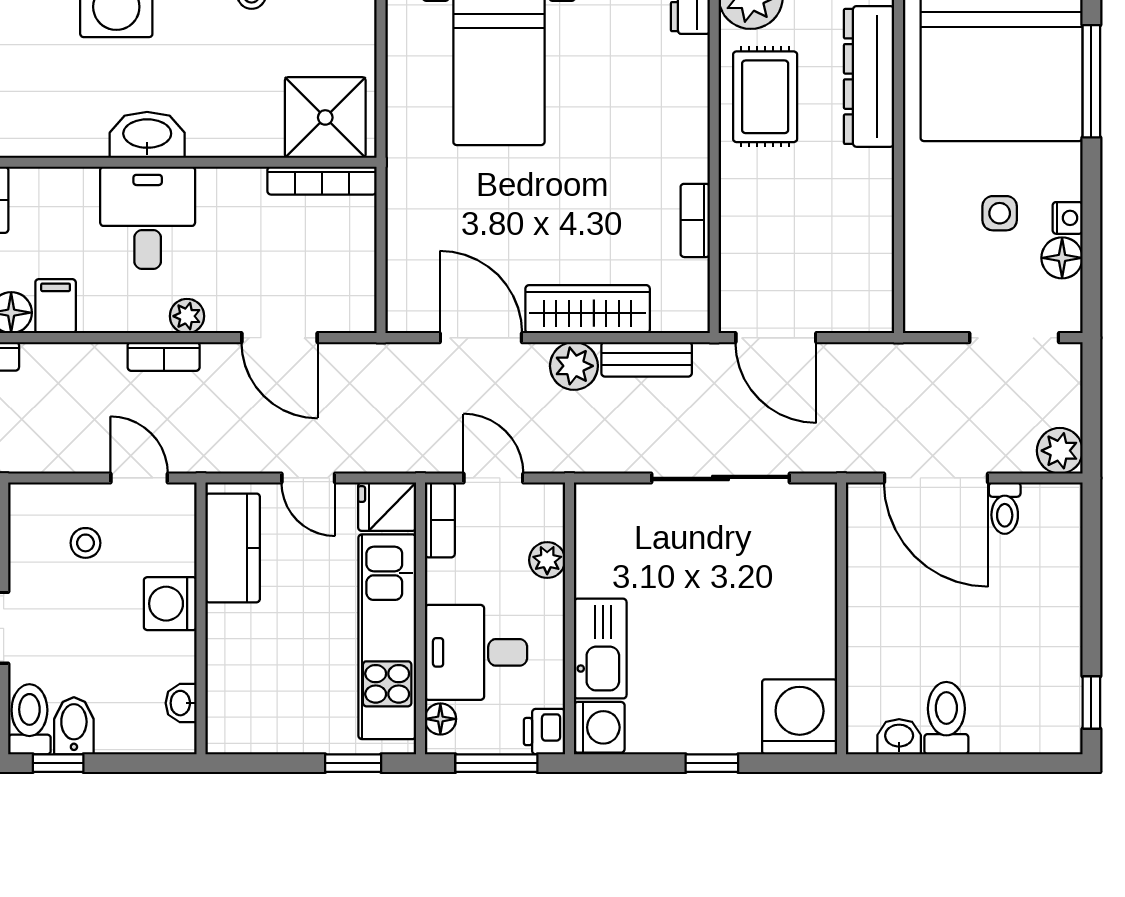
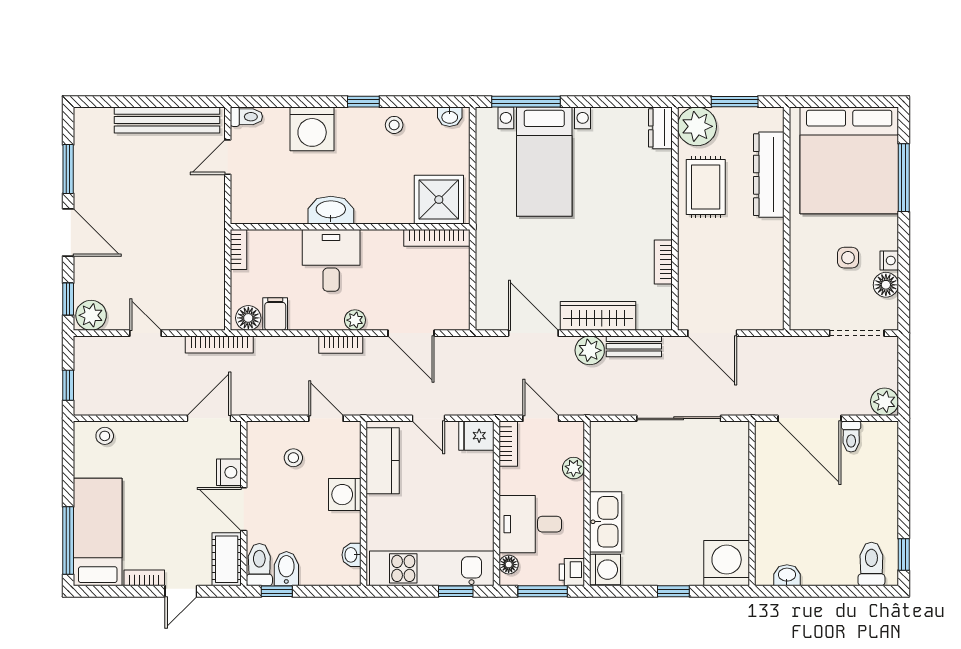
kitchen unit: (387, 637) -> (432, 568), moved, turned 90
toilet: (946, 718) -> (871, 564), moved

